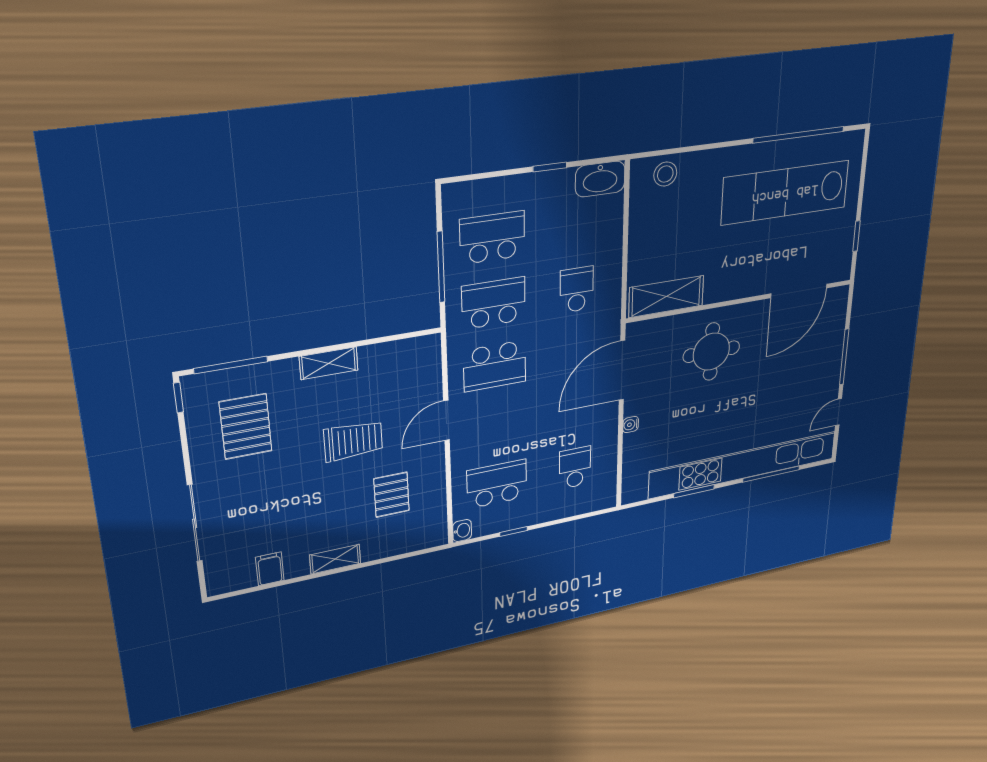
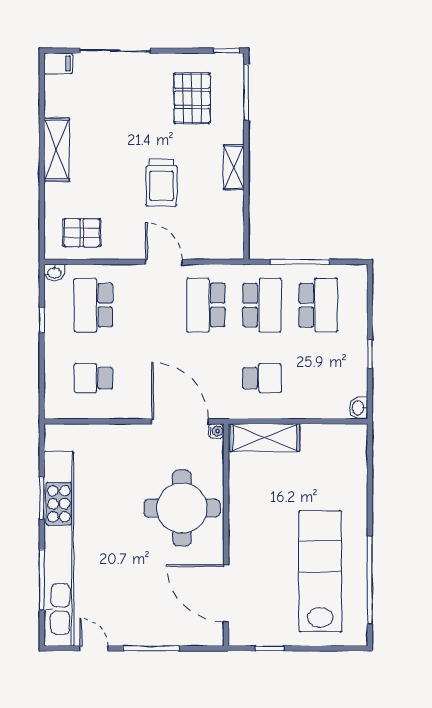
stool: (665, 174) -> (351, 456), removed
washbasin: (600, 179) -> (359, 408), width x0.52, depth x0.69
shelving: (666, 297) -> (265, 438), moved, turned 90
round table: (711, 352) -> (182, 508), width x1.36, depth x1.36
water cooler: (631, 425) -> (216, 431), moved, turned 90
pallet: (246, 426) -> (192, 98), turned 90
school desk: (575, 468) -> (93, 378), turned 180
school desk: (497, 484) -> (93, 305), turned 180
pallet: (392, 495) -> (82, 233), moved
shelving: (335, 559) -> (57, 150), width x1.50, depth x1.33
filing cabinet: (270, 569) -> (58, 63), moved

